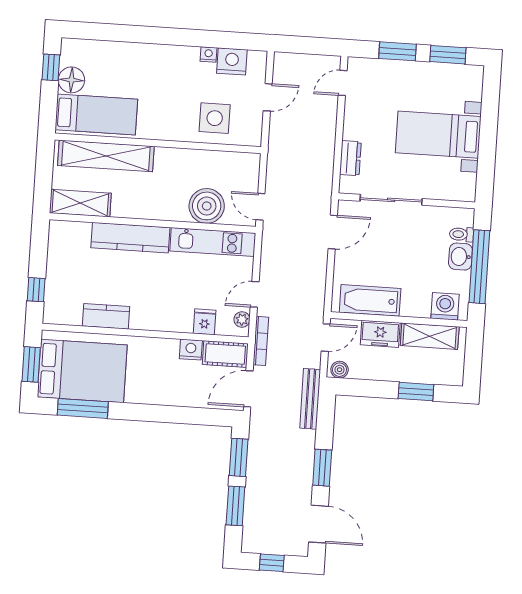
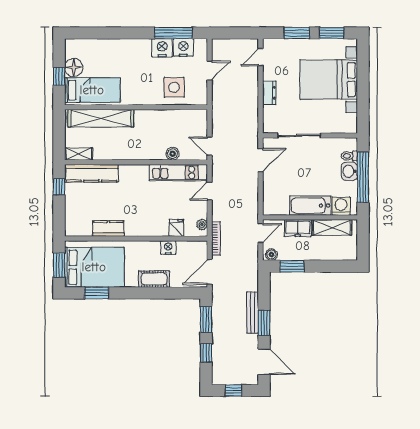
window: (219, 39) -> (173, 33), added
nightstand: (208, 54) -> (162, 48), width x1.89, depth x1.79
window: (51, 67) -> (59, 76), moved
bed with nightstands: (438, 135) -> (329, 80), width x1.36
dresser: (350, 158) -> (269, 93), moved
shelving: (80, 203) -> (79, 154), width x0.67, depth x0.75
boiler: (207, 206) -> (173, 154), width x0.54, depth x0.54
kitchen counter: (130, 238) -> (91, 173), moved
window: (36, 290) -> (59, 187), moved
door: (255, 294) -> (210, 191), moved
bathtub: (370, 300) -> (310, 206), moved
cot: (225, 354) -> (154, 279), moved
window: (416, 392) -> (292, 266), moved
bench: (310, 399) -> (253, 312), moved
window: (83, 408) -> (97, 293), width x0.69
window: (235, 506) -> (206, 353), width x0.67

